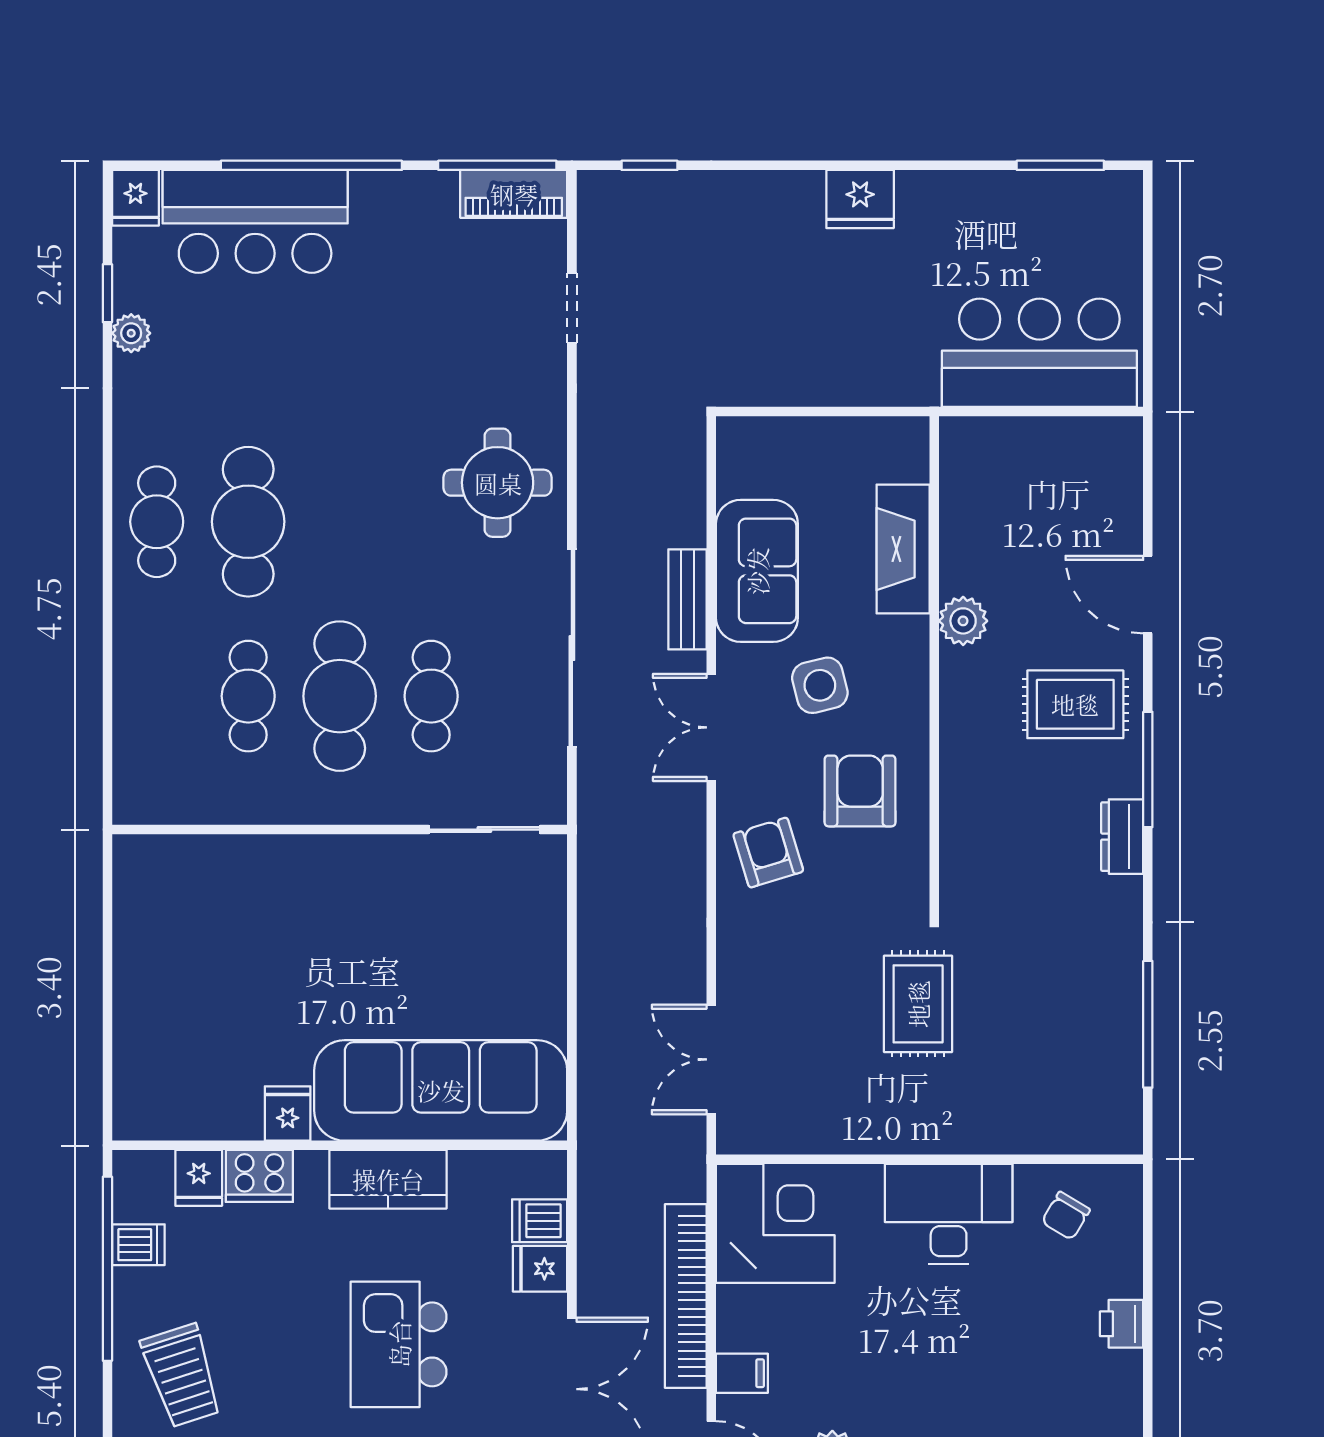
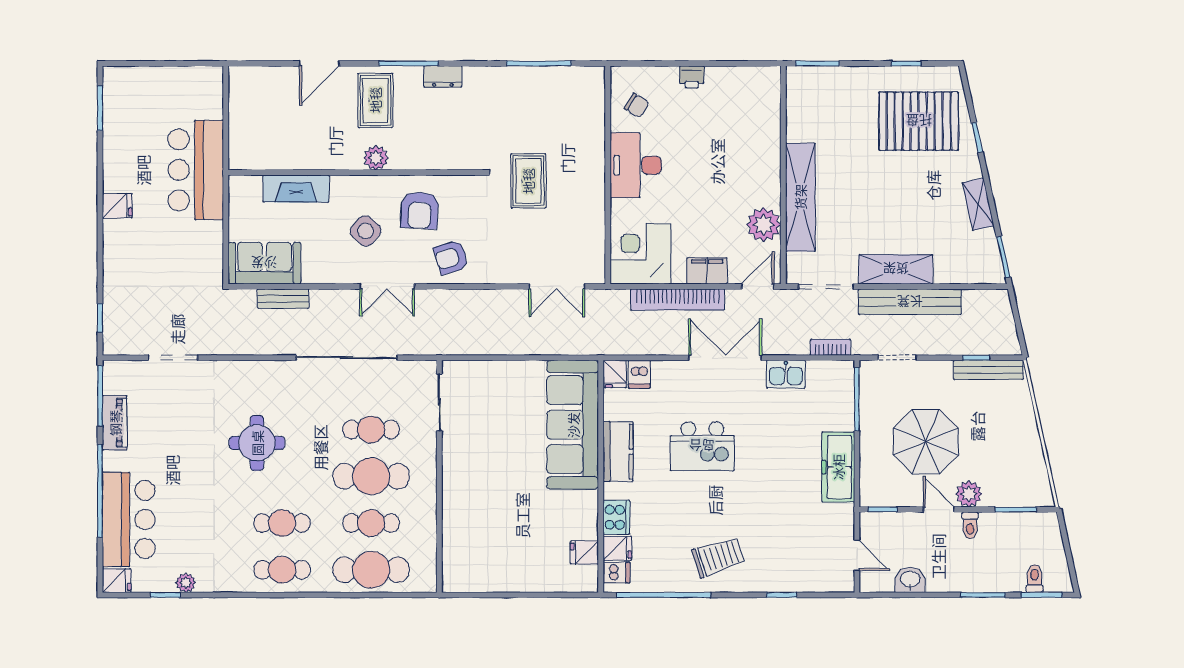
piano: (514, 194) -> (115, 423), moved
fridge: (860, 199) -> (117, 206), width x0.72
doorway: (572, 308) -> (173, 358), width x1.38
bar counter: (1039, 353) -> (196, 170), moved
round table: (498, 483) -> (257, 443), moved
cafe table: (248, 522) -> (282, 523), width x0.73, depth x0.74
sofa: (757, 571) -> (264, 263), moved
bench: (687, 599) -> (283, 299), moved
plant: (963, 621) -> (376, 158), moved
side table: (820, 685) -> (366, 231), turned -35
cafe table: (157, 696) -> (371, 570), added
armchair: (860, 791) -> (420, 210), turned -87
rug: (918, 1004) -> (528, 181), turned 90
fridge: (288, 1114) -> (584, 553), moved
dishwasher: (138, 1245) -> (616, 573), moved, turned 90
fridge: (540, 1269) -> (615, 374), moved
filing cabinet: (742, 1373) -> (707, 271), width x2.00

